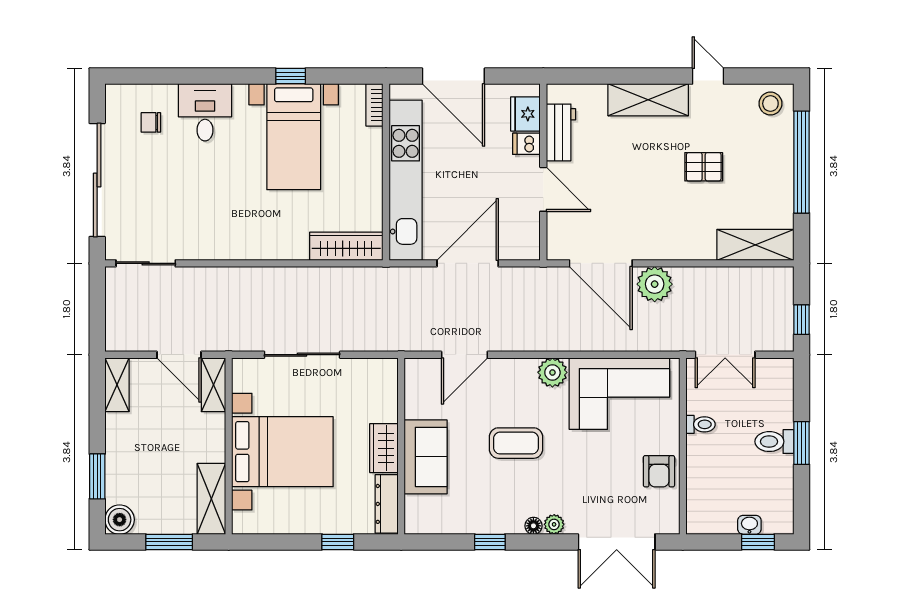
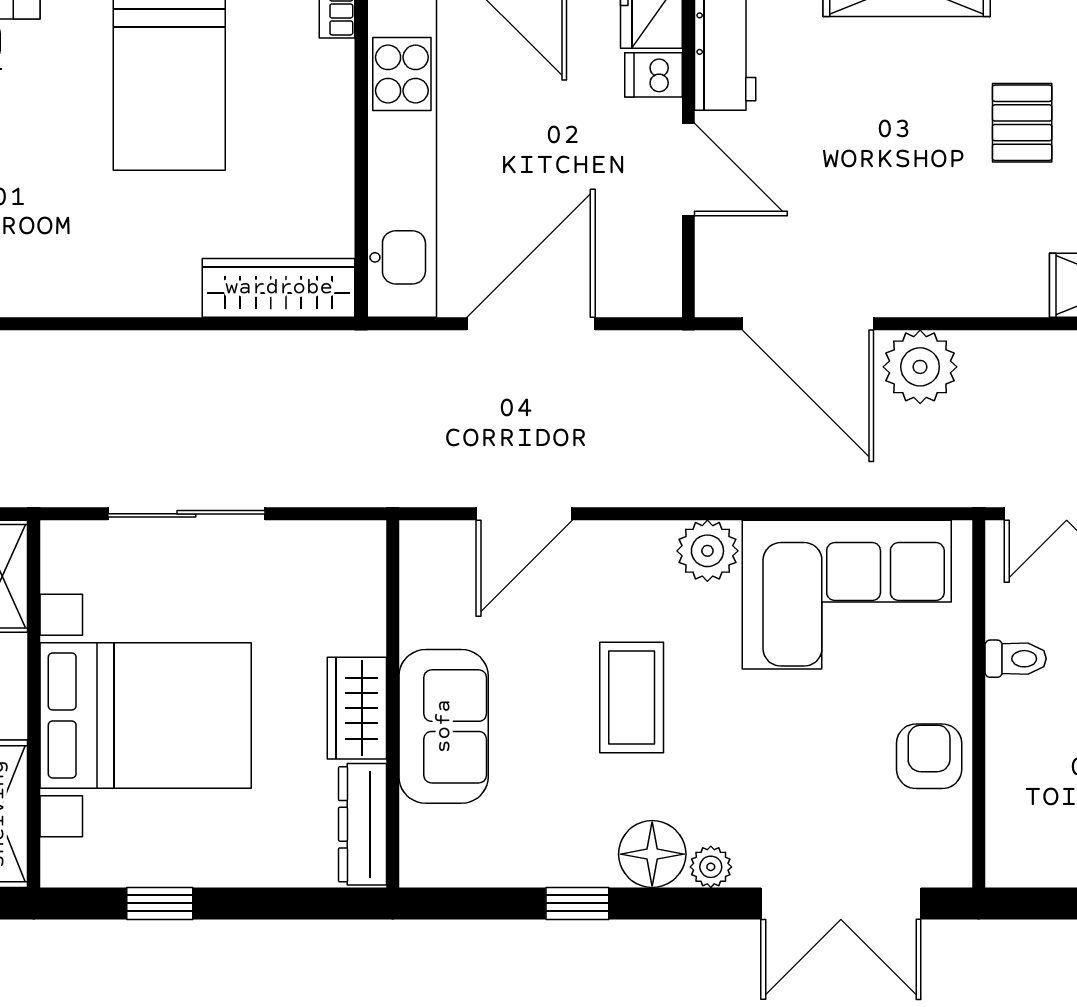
pallet: (704, 167) -> (1022, 123), turned 90
coffee table: (516, 443) -> (632, 698), turned 90
armchair: (659, 471) -> (929, 756), turned 180
floor lamp: (533, 526) -> (652, 854), width x1.89, depth x1.89
window: (338, 542) -> (160, 903), moved

